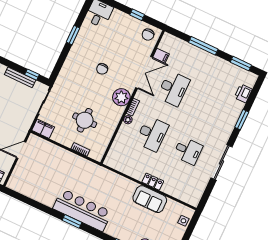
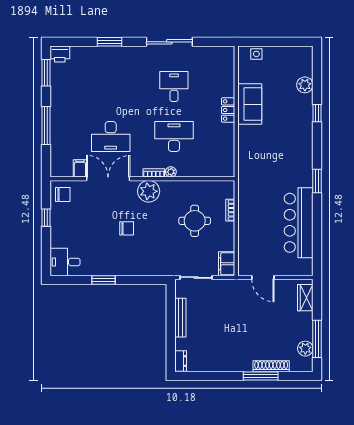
window: (32, 75) -> (171, 305), removed
desk: (173, 89) -> (111, 137), turned 180
printer: (243, 93) -> (60, 54), moved
bar counter: (82, 210) -> (299, 223), moved

